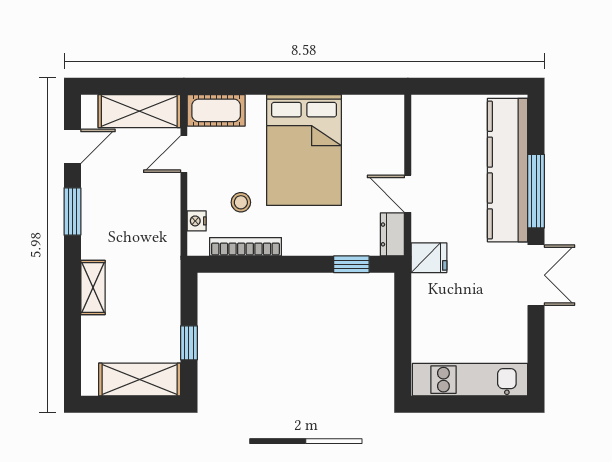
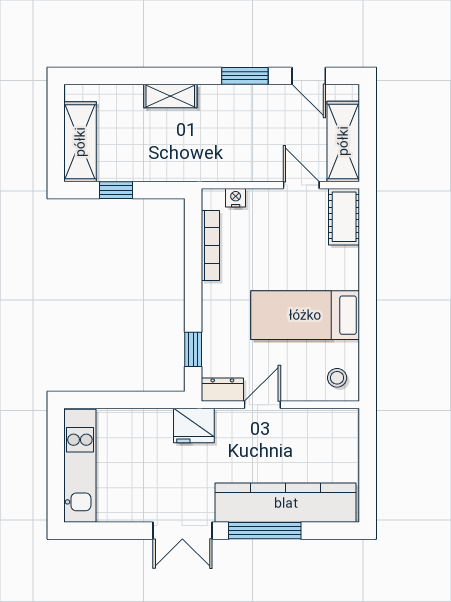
bed: (304, 150) -> (305, 315), width x0.67
stool: (241, 202) -> (337, 378), moved
fridge: (429, 258) -> (194, 426), width x1.38

